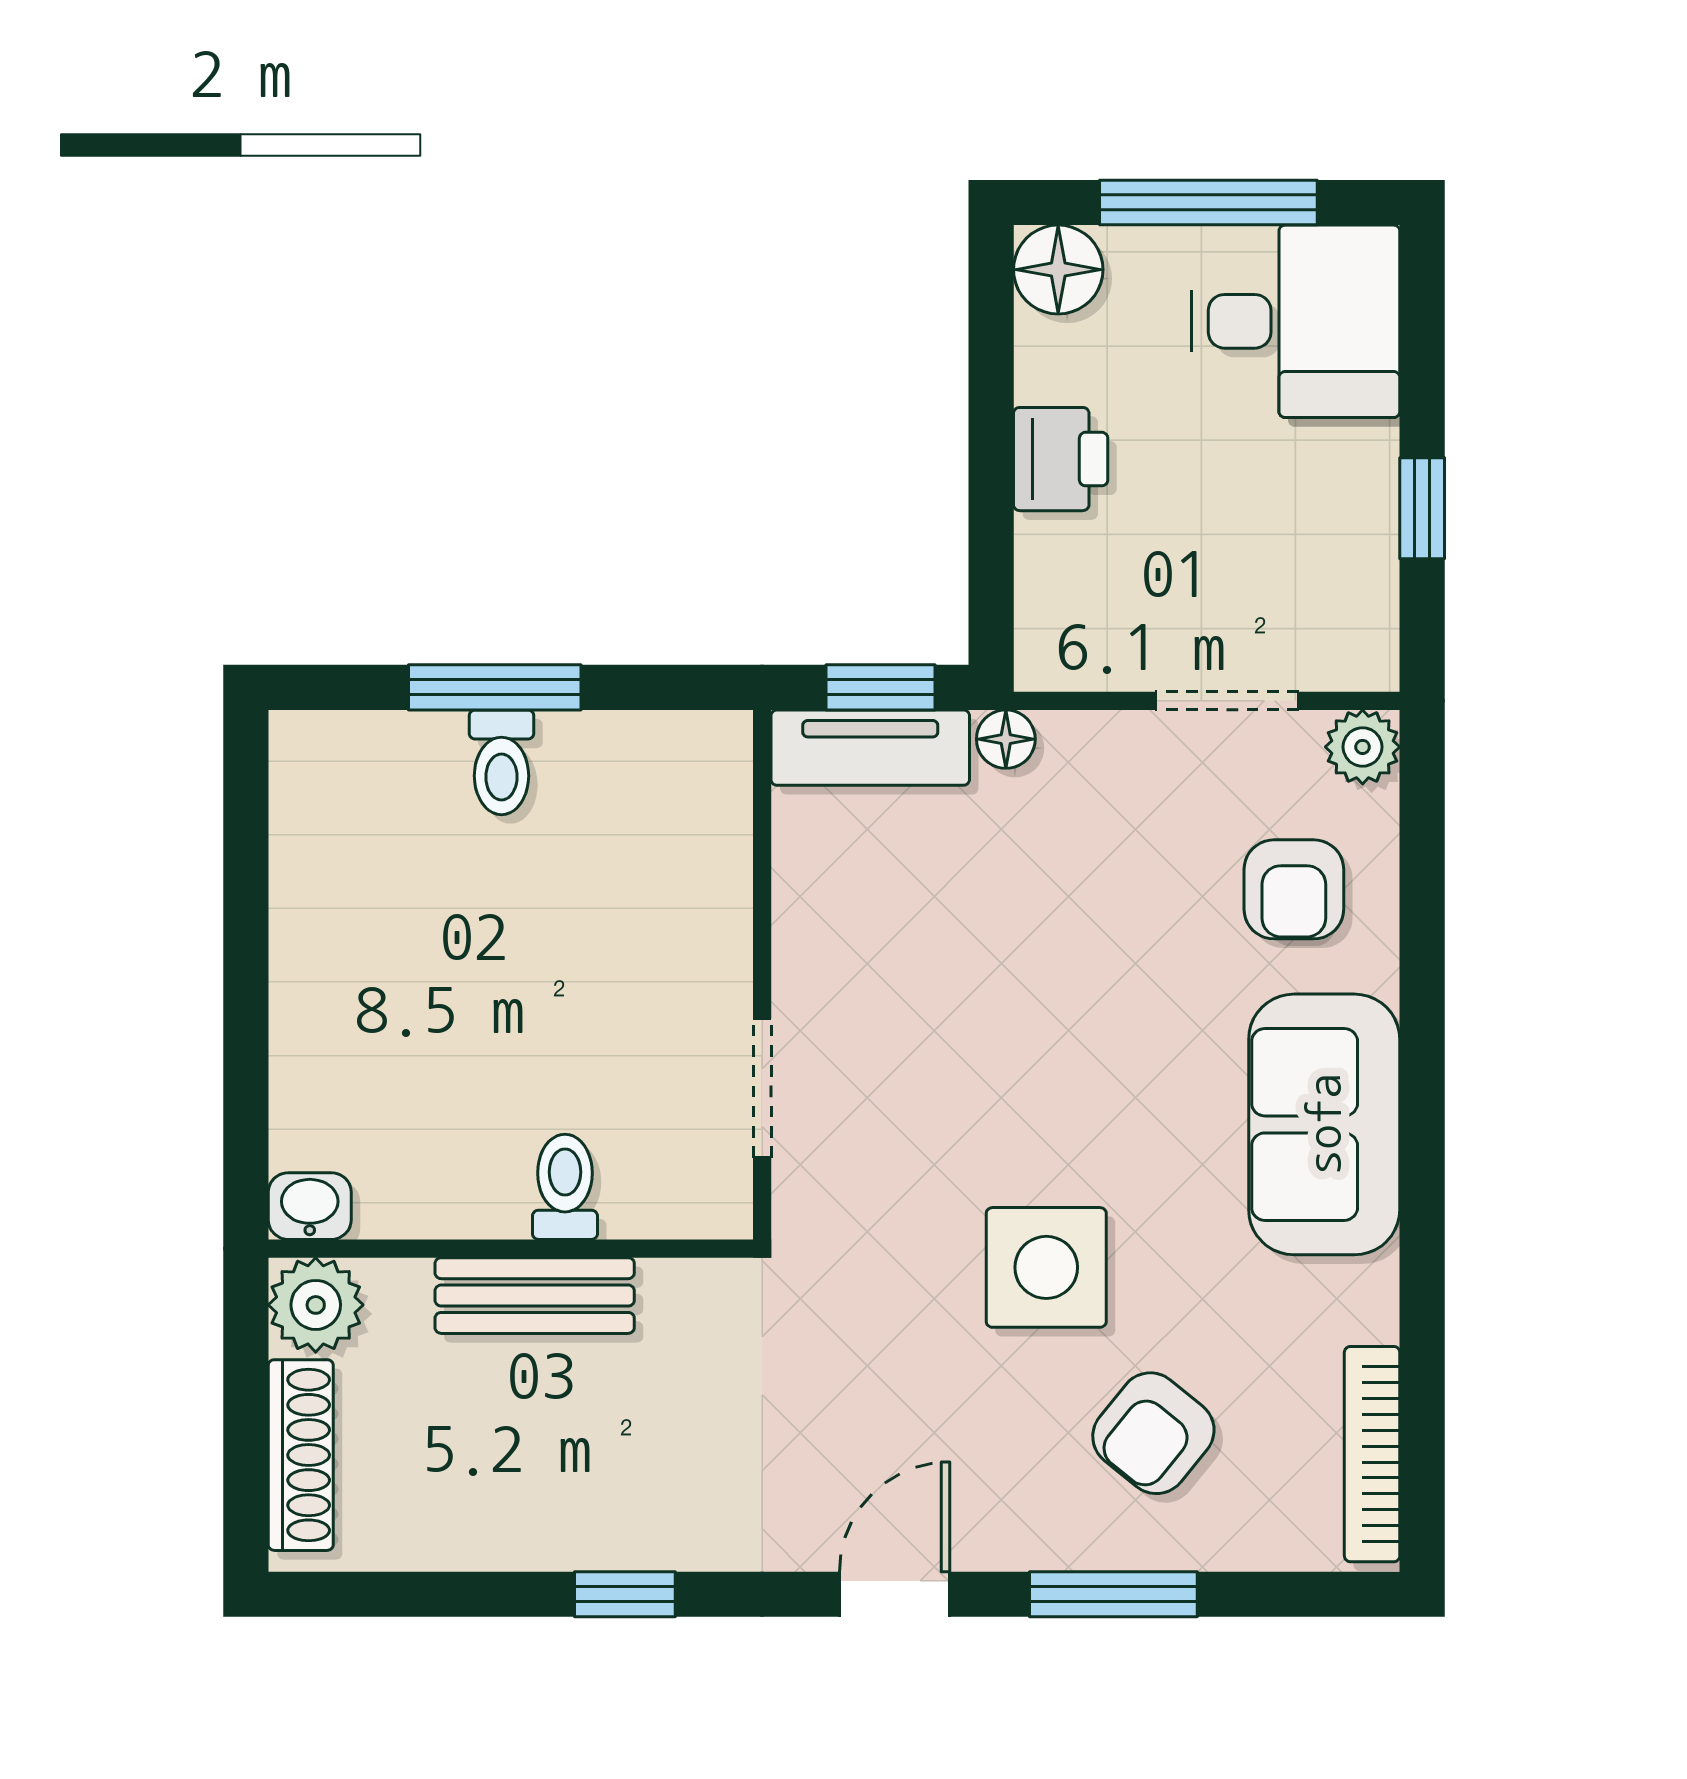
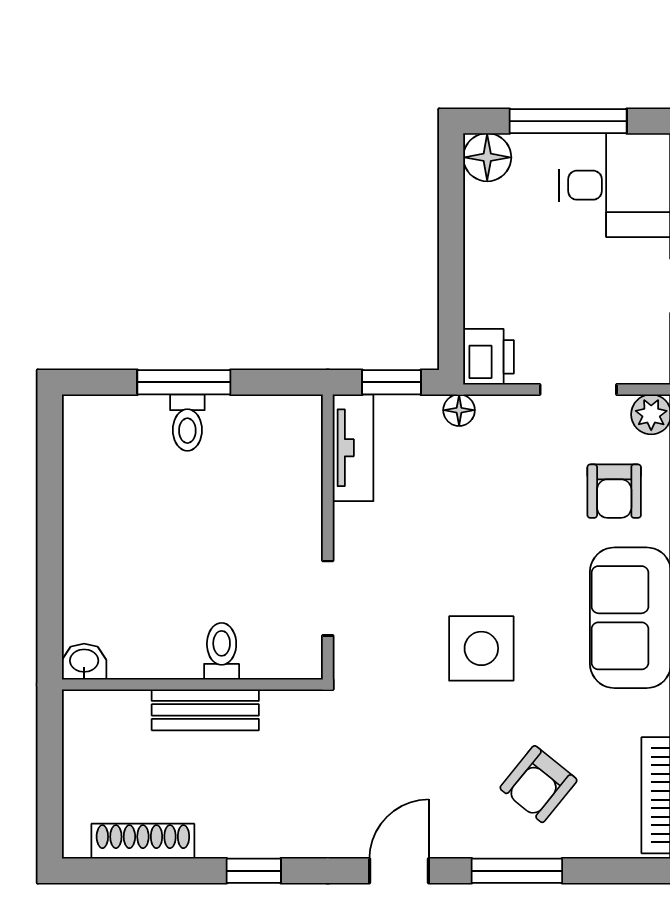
printer: (1061, 459) -> (489, 357), moved
tv unit: (870, 748) -> (353, 448), moved, turned -90
side table: (1046, 1267) -> (481, 648), moved
plant: (316, 1305) -> (87, 715), removed
shoe rack: (301, 1455) -> (143, 841), moved, turned -90

